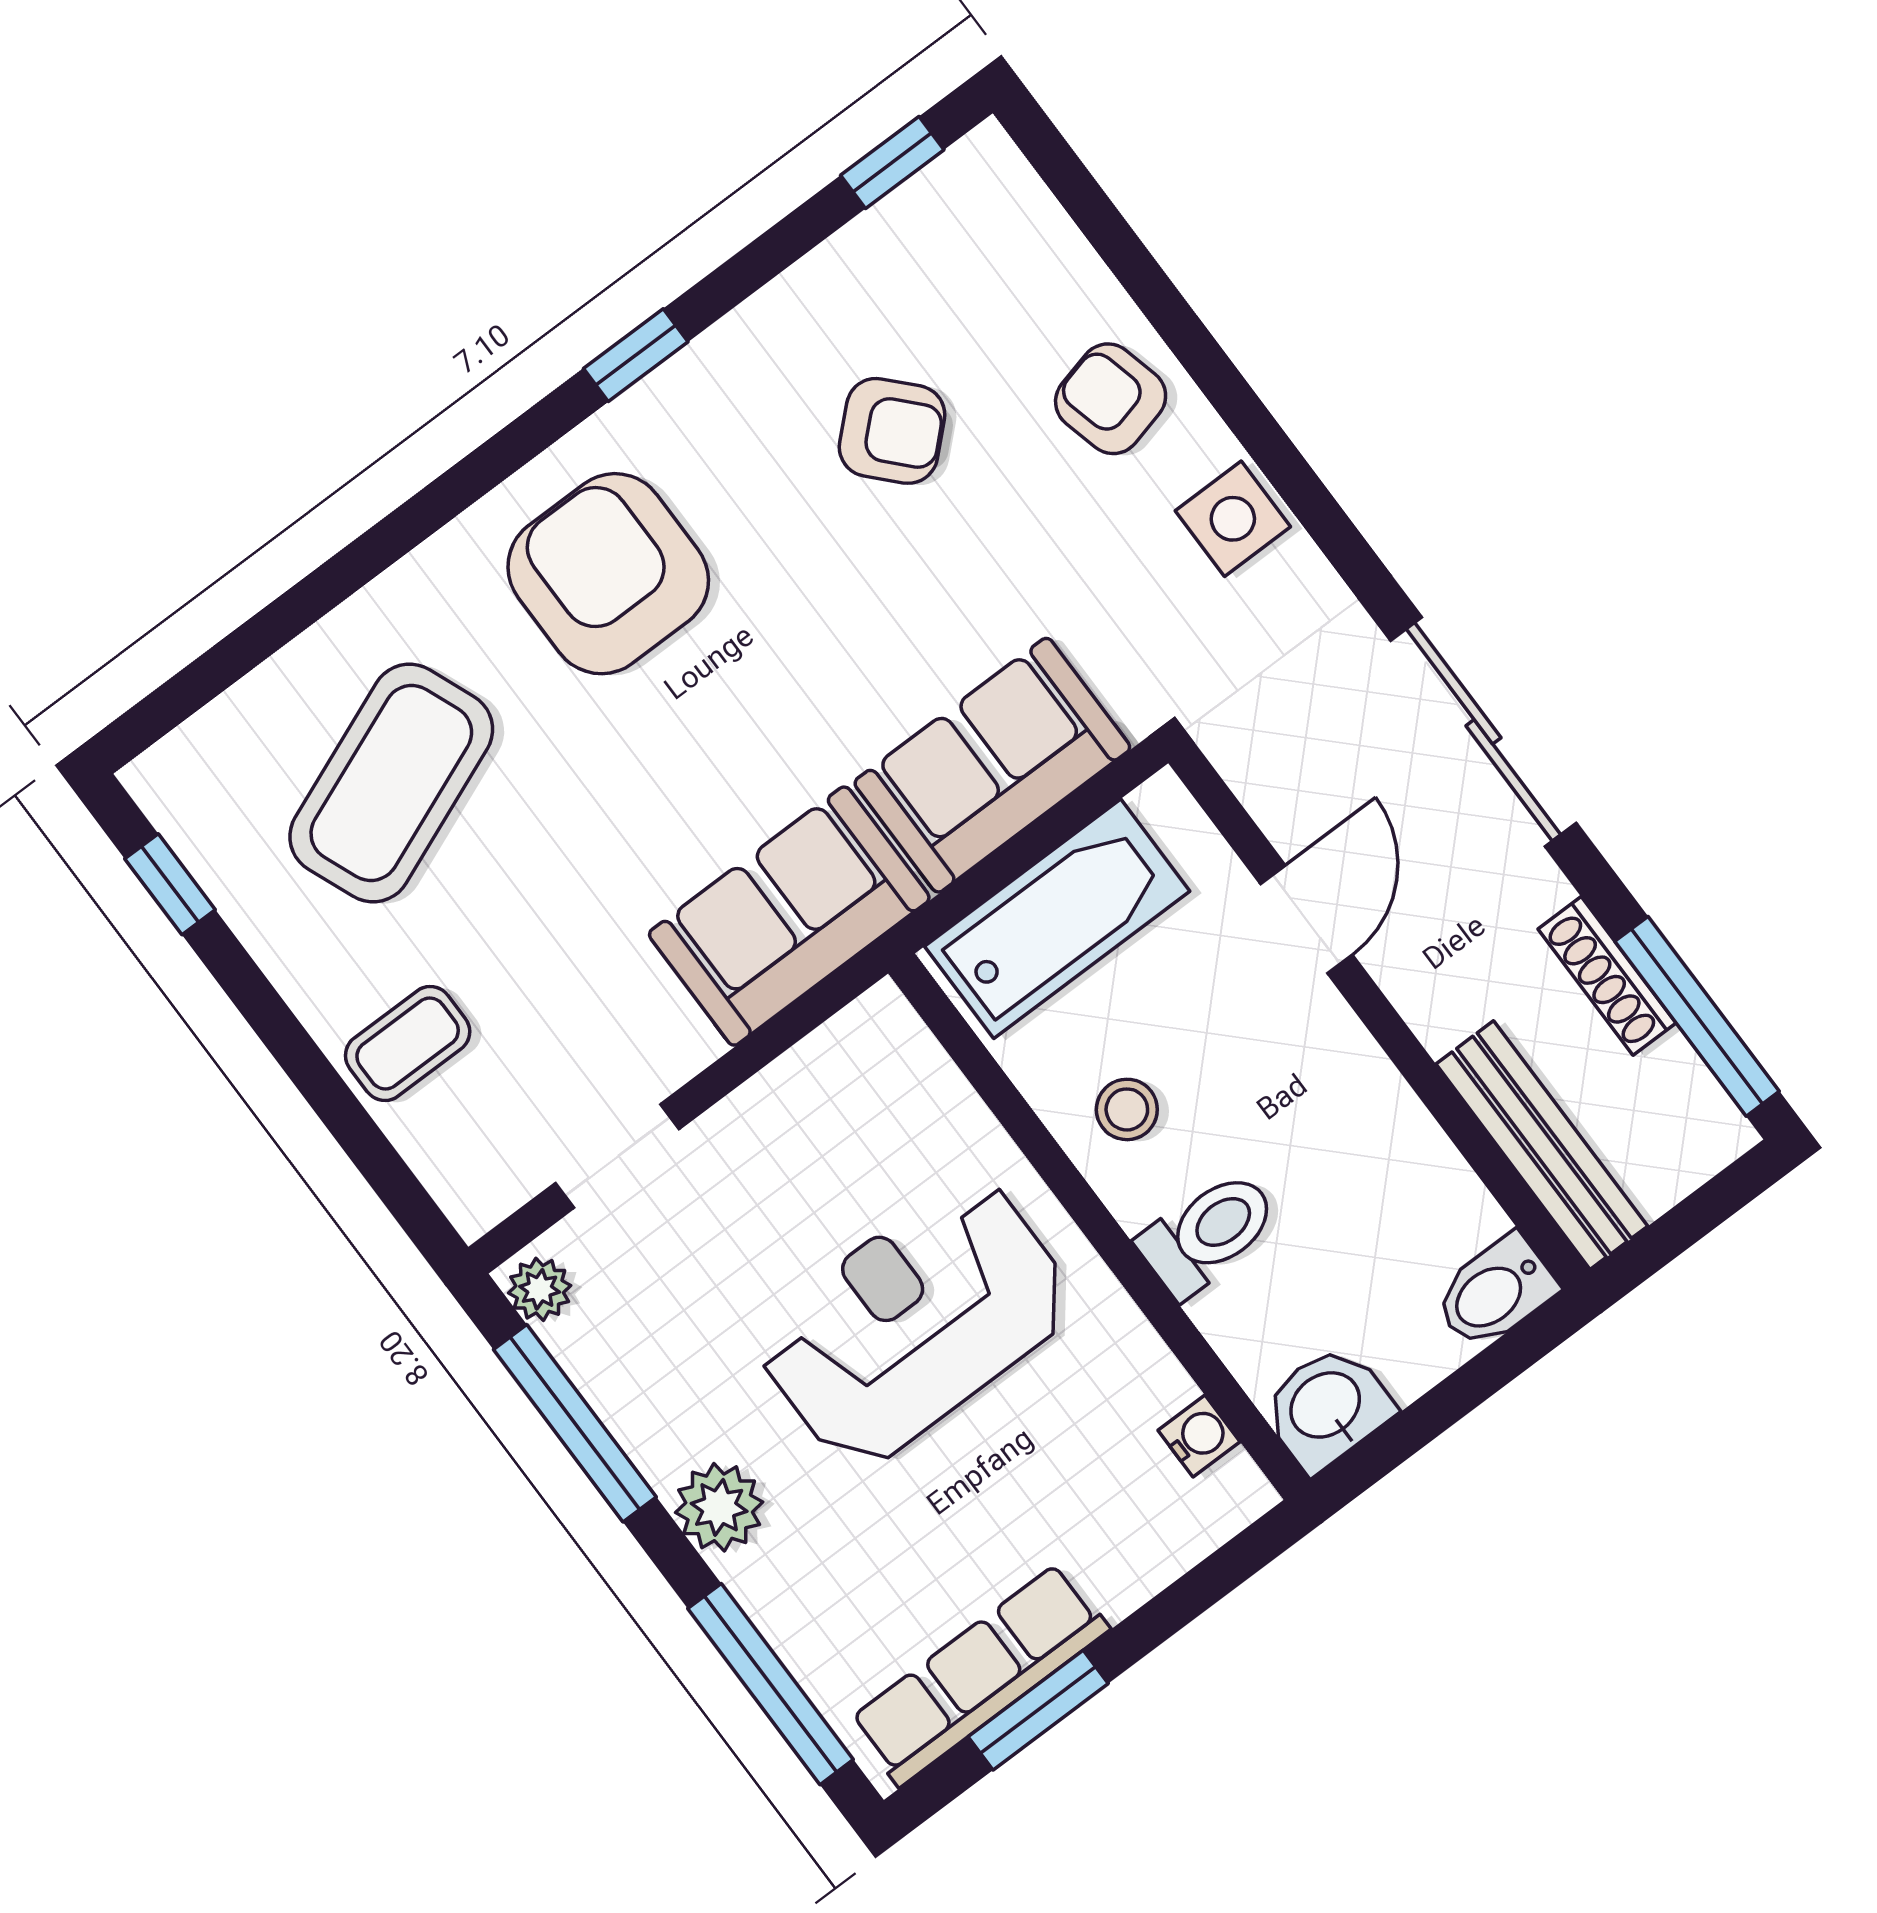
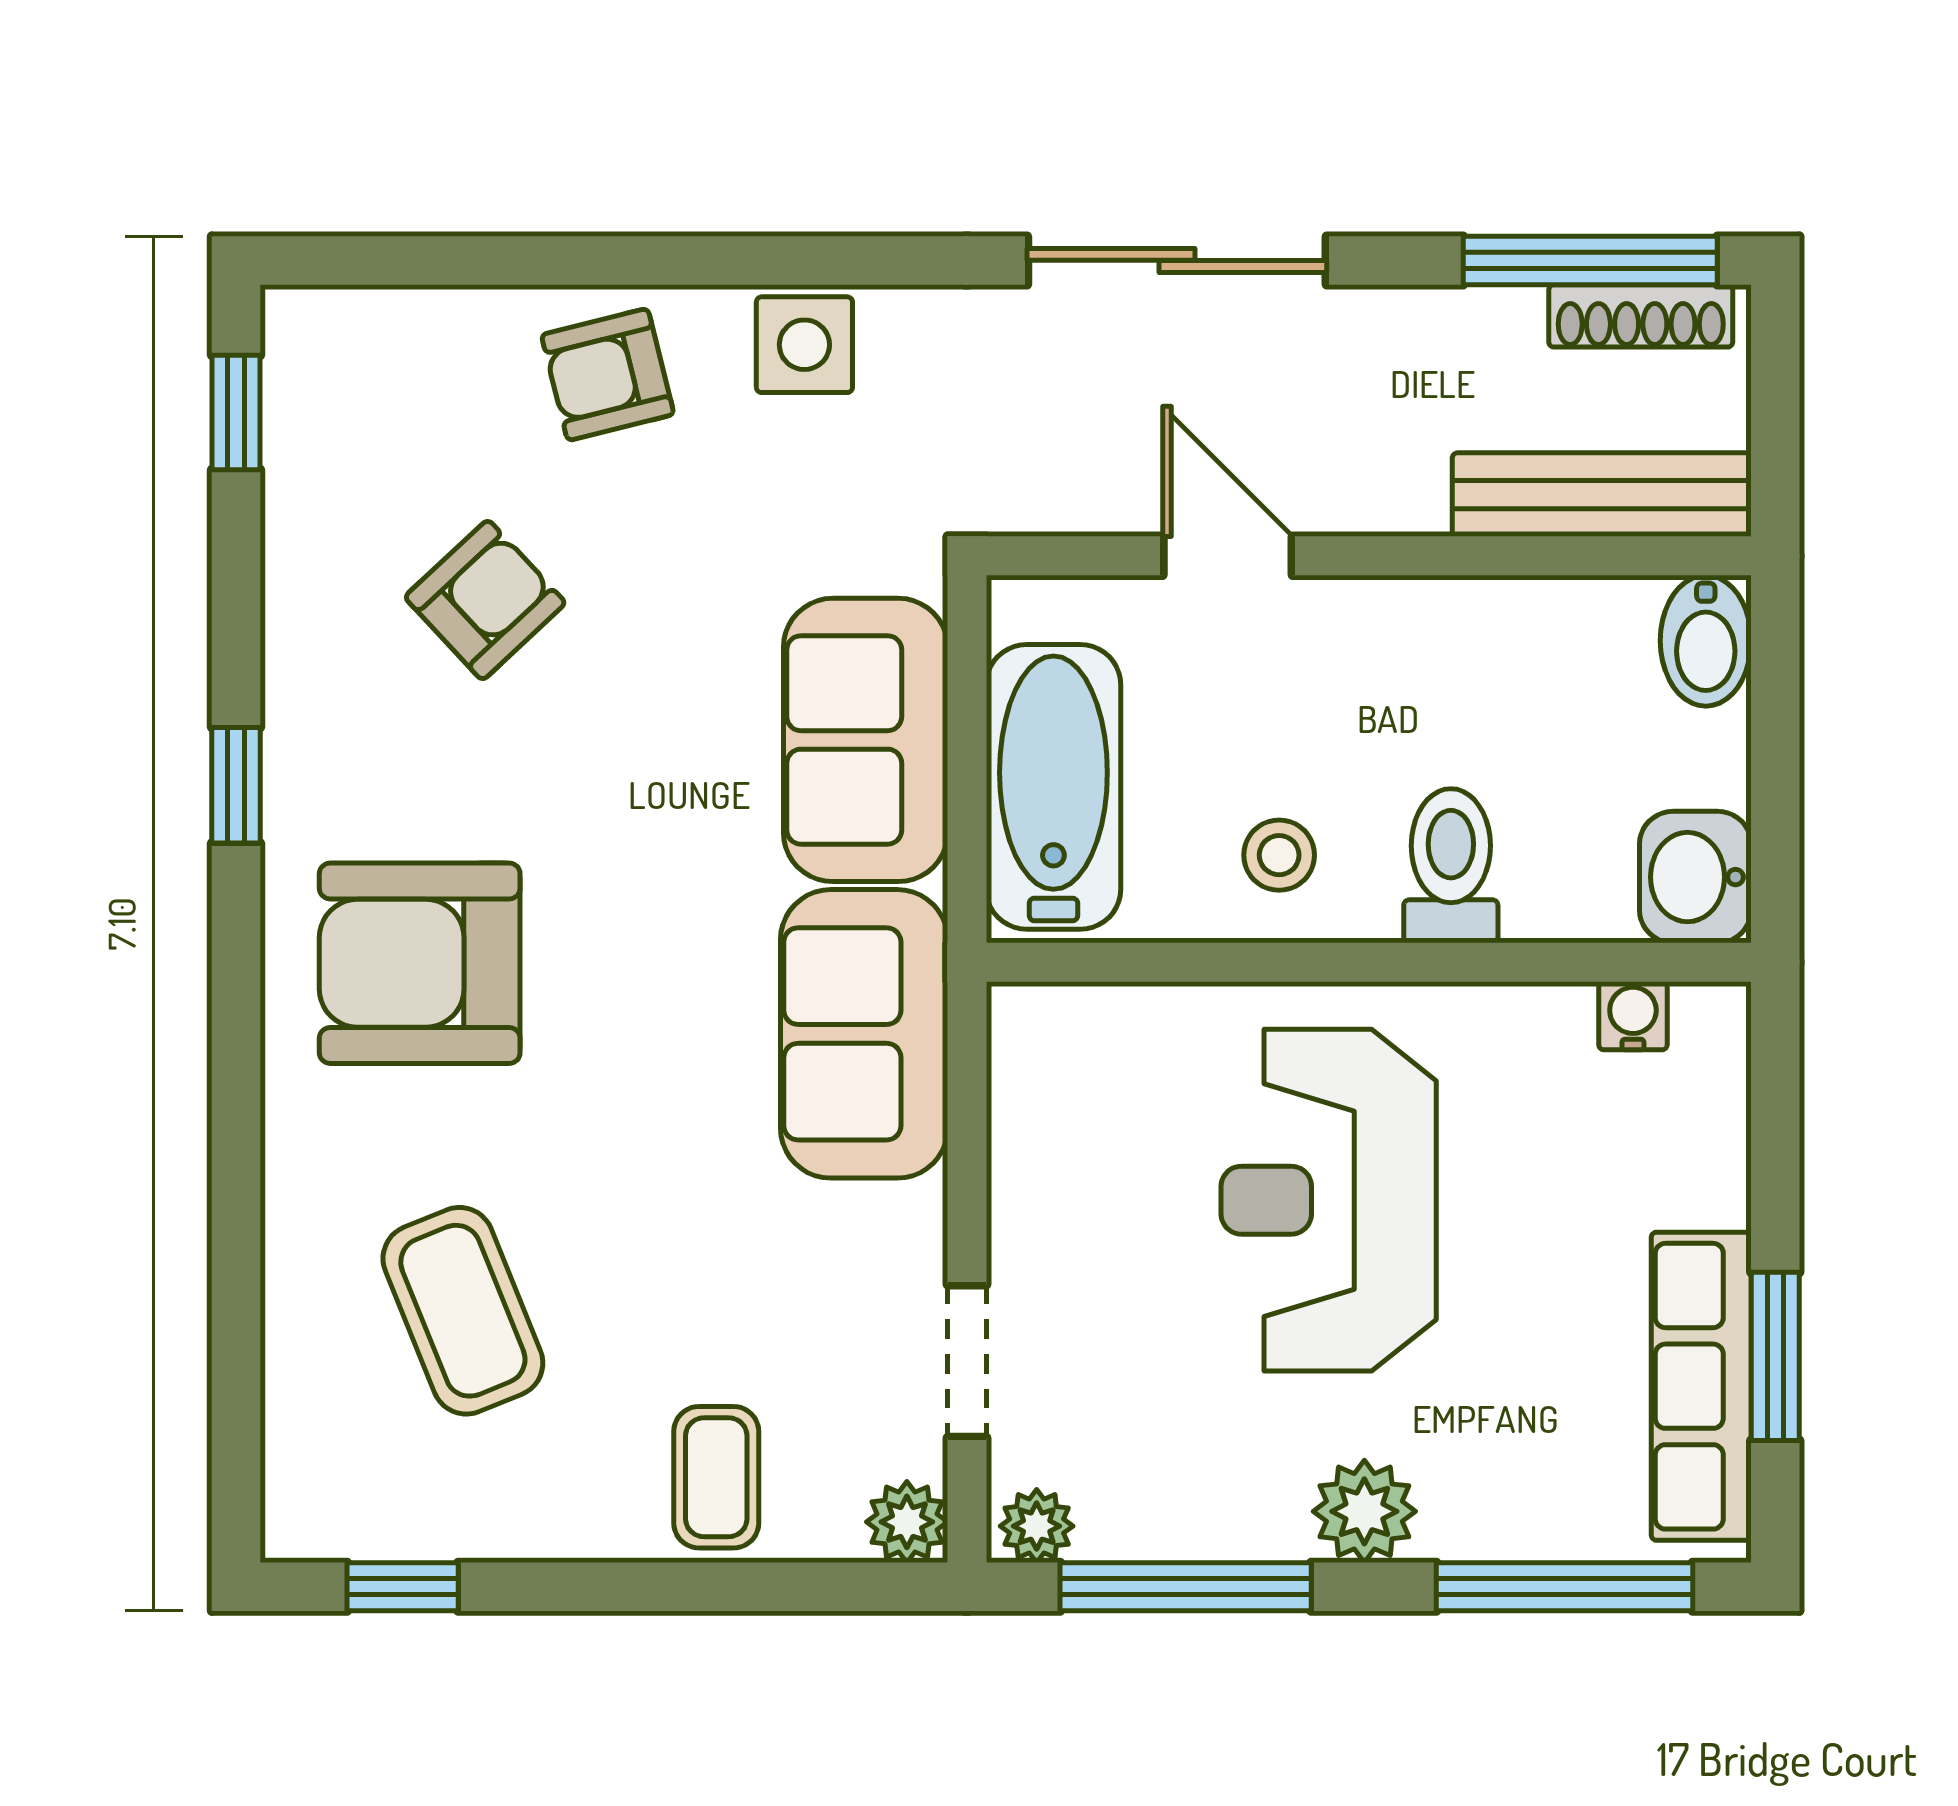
coffee table: (391, 783) -> (463, 1311), width x0.73, depth x0.76
shoe rack: (1607, 976) -> (1641, 316), moved
plant: (475, 1198) -> (907, 1522), added

